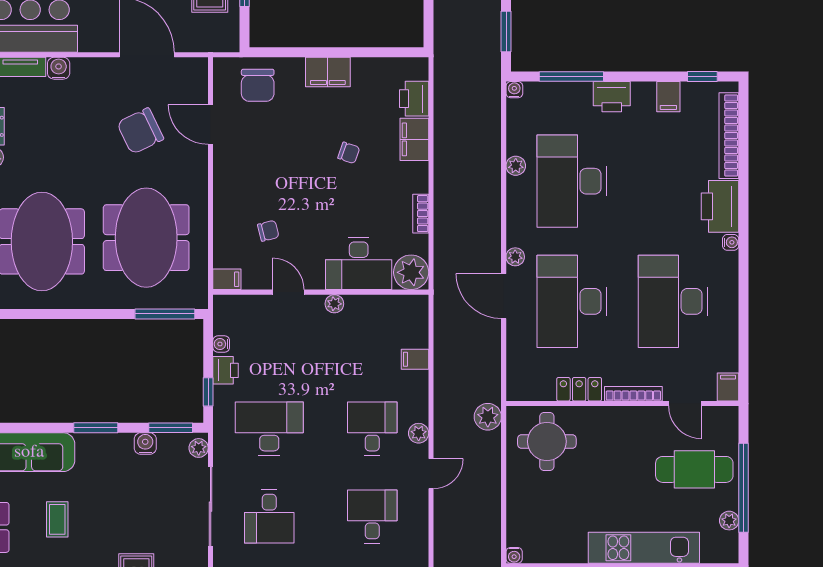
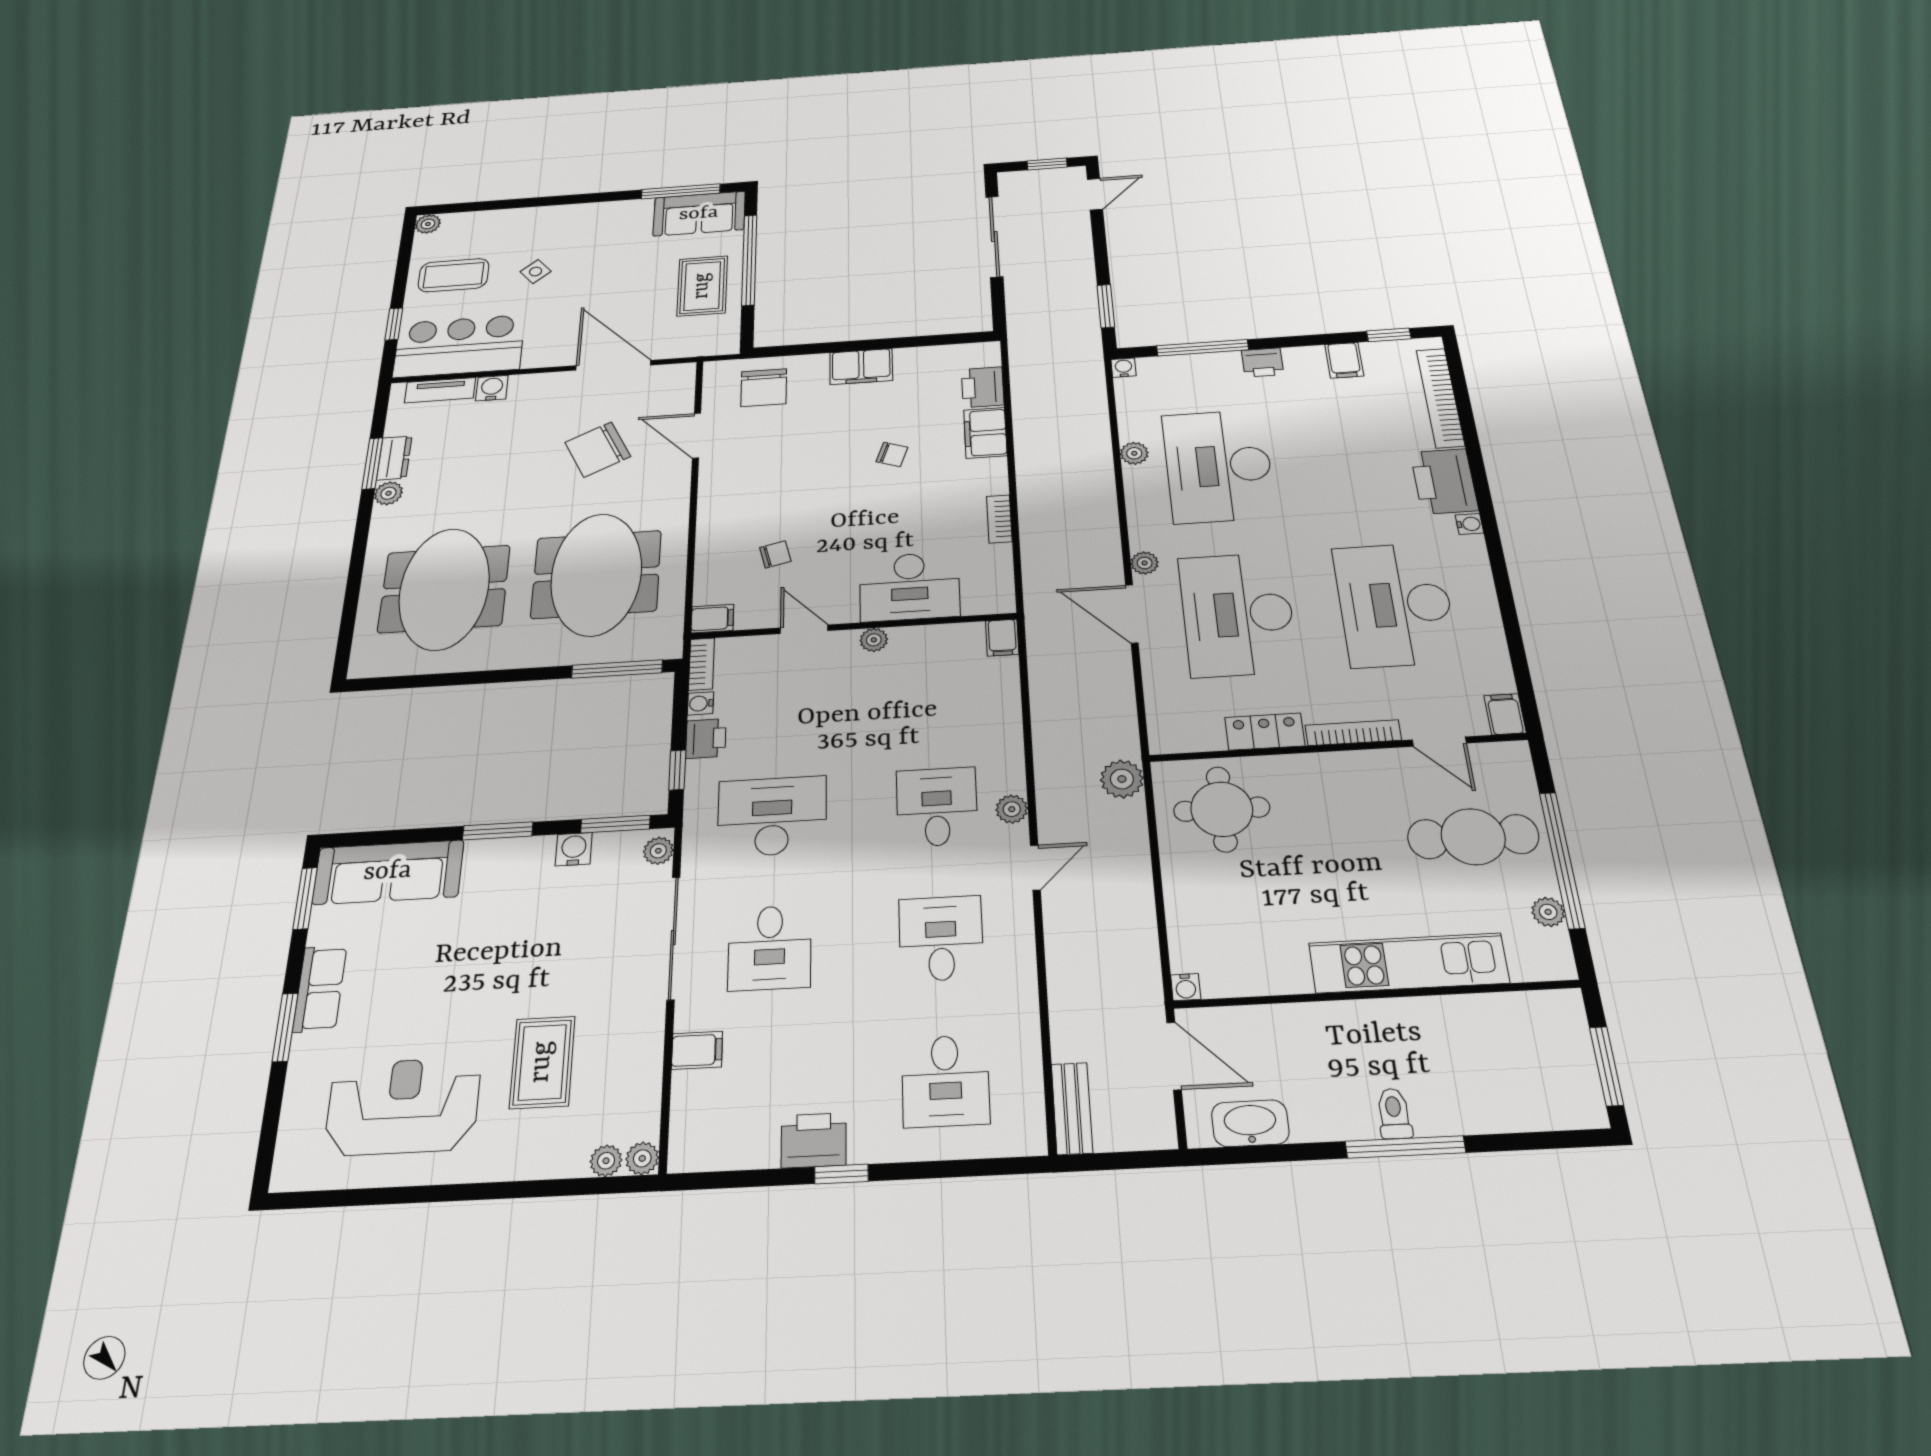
printer: (612, 97) -> (1263, 362), width x0.73, depth x0.81
plant: (411, 272) -> (989, 592), removed
bookcase: (221, 314) -> (701, 664), added
filing cabinet: (415, 359) -> (1002, 638), moved, turned -90
coffee table: (57, 519) -> (421, 971), removed

